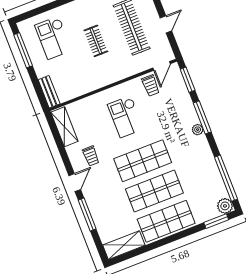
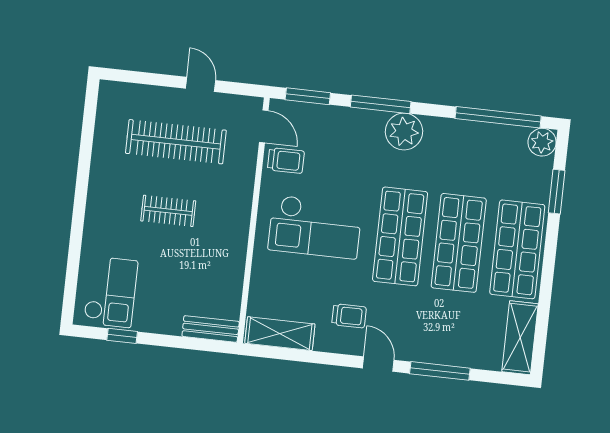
checkout: (53, 38) -> (111, 292), moved, turned -90
window: (23, 50) -> (122, 336), width x0.46
checkout: (126, 117) -> (315, 227), width x1.36, depth x1.21
plant: (198, 130) -> (404, 132), width x1.88, depth x1.88
window: (216, 221) -> (557, 192), moved

